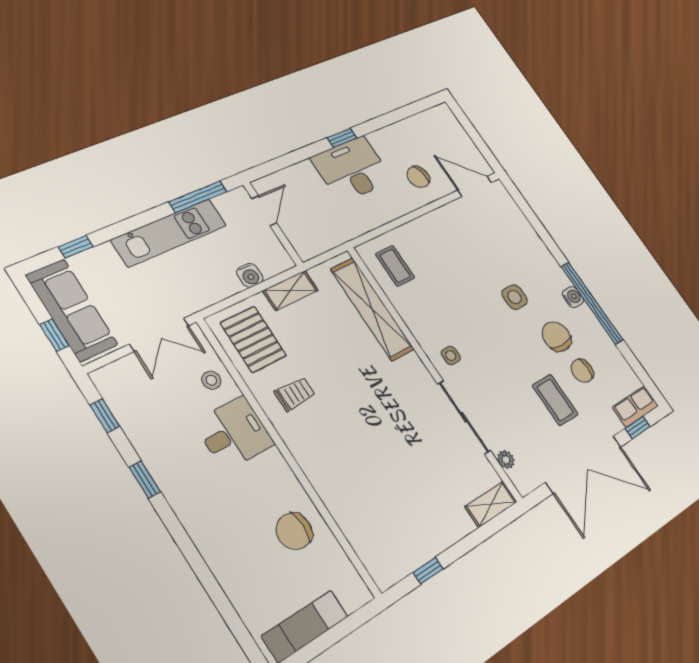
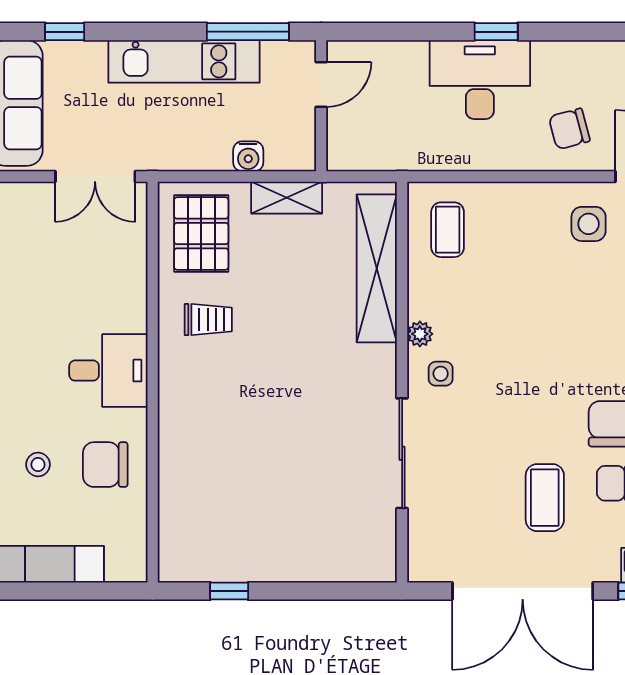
side table: (515, 297) -> (589, 224), moved
stool: (211, 380) -> (38, 465), moved
desk: (234, 433) -> (108, 371), moved
plant: (506, 460) -> (420, 334), moved
shelving: (491, 504) -> (361, 566), removed

